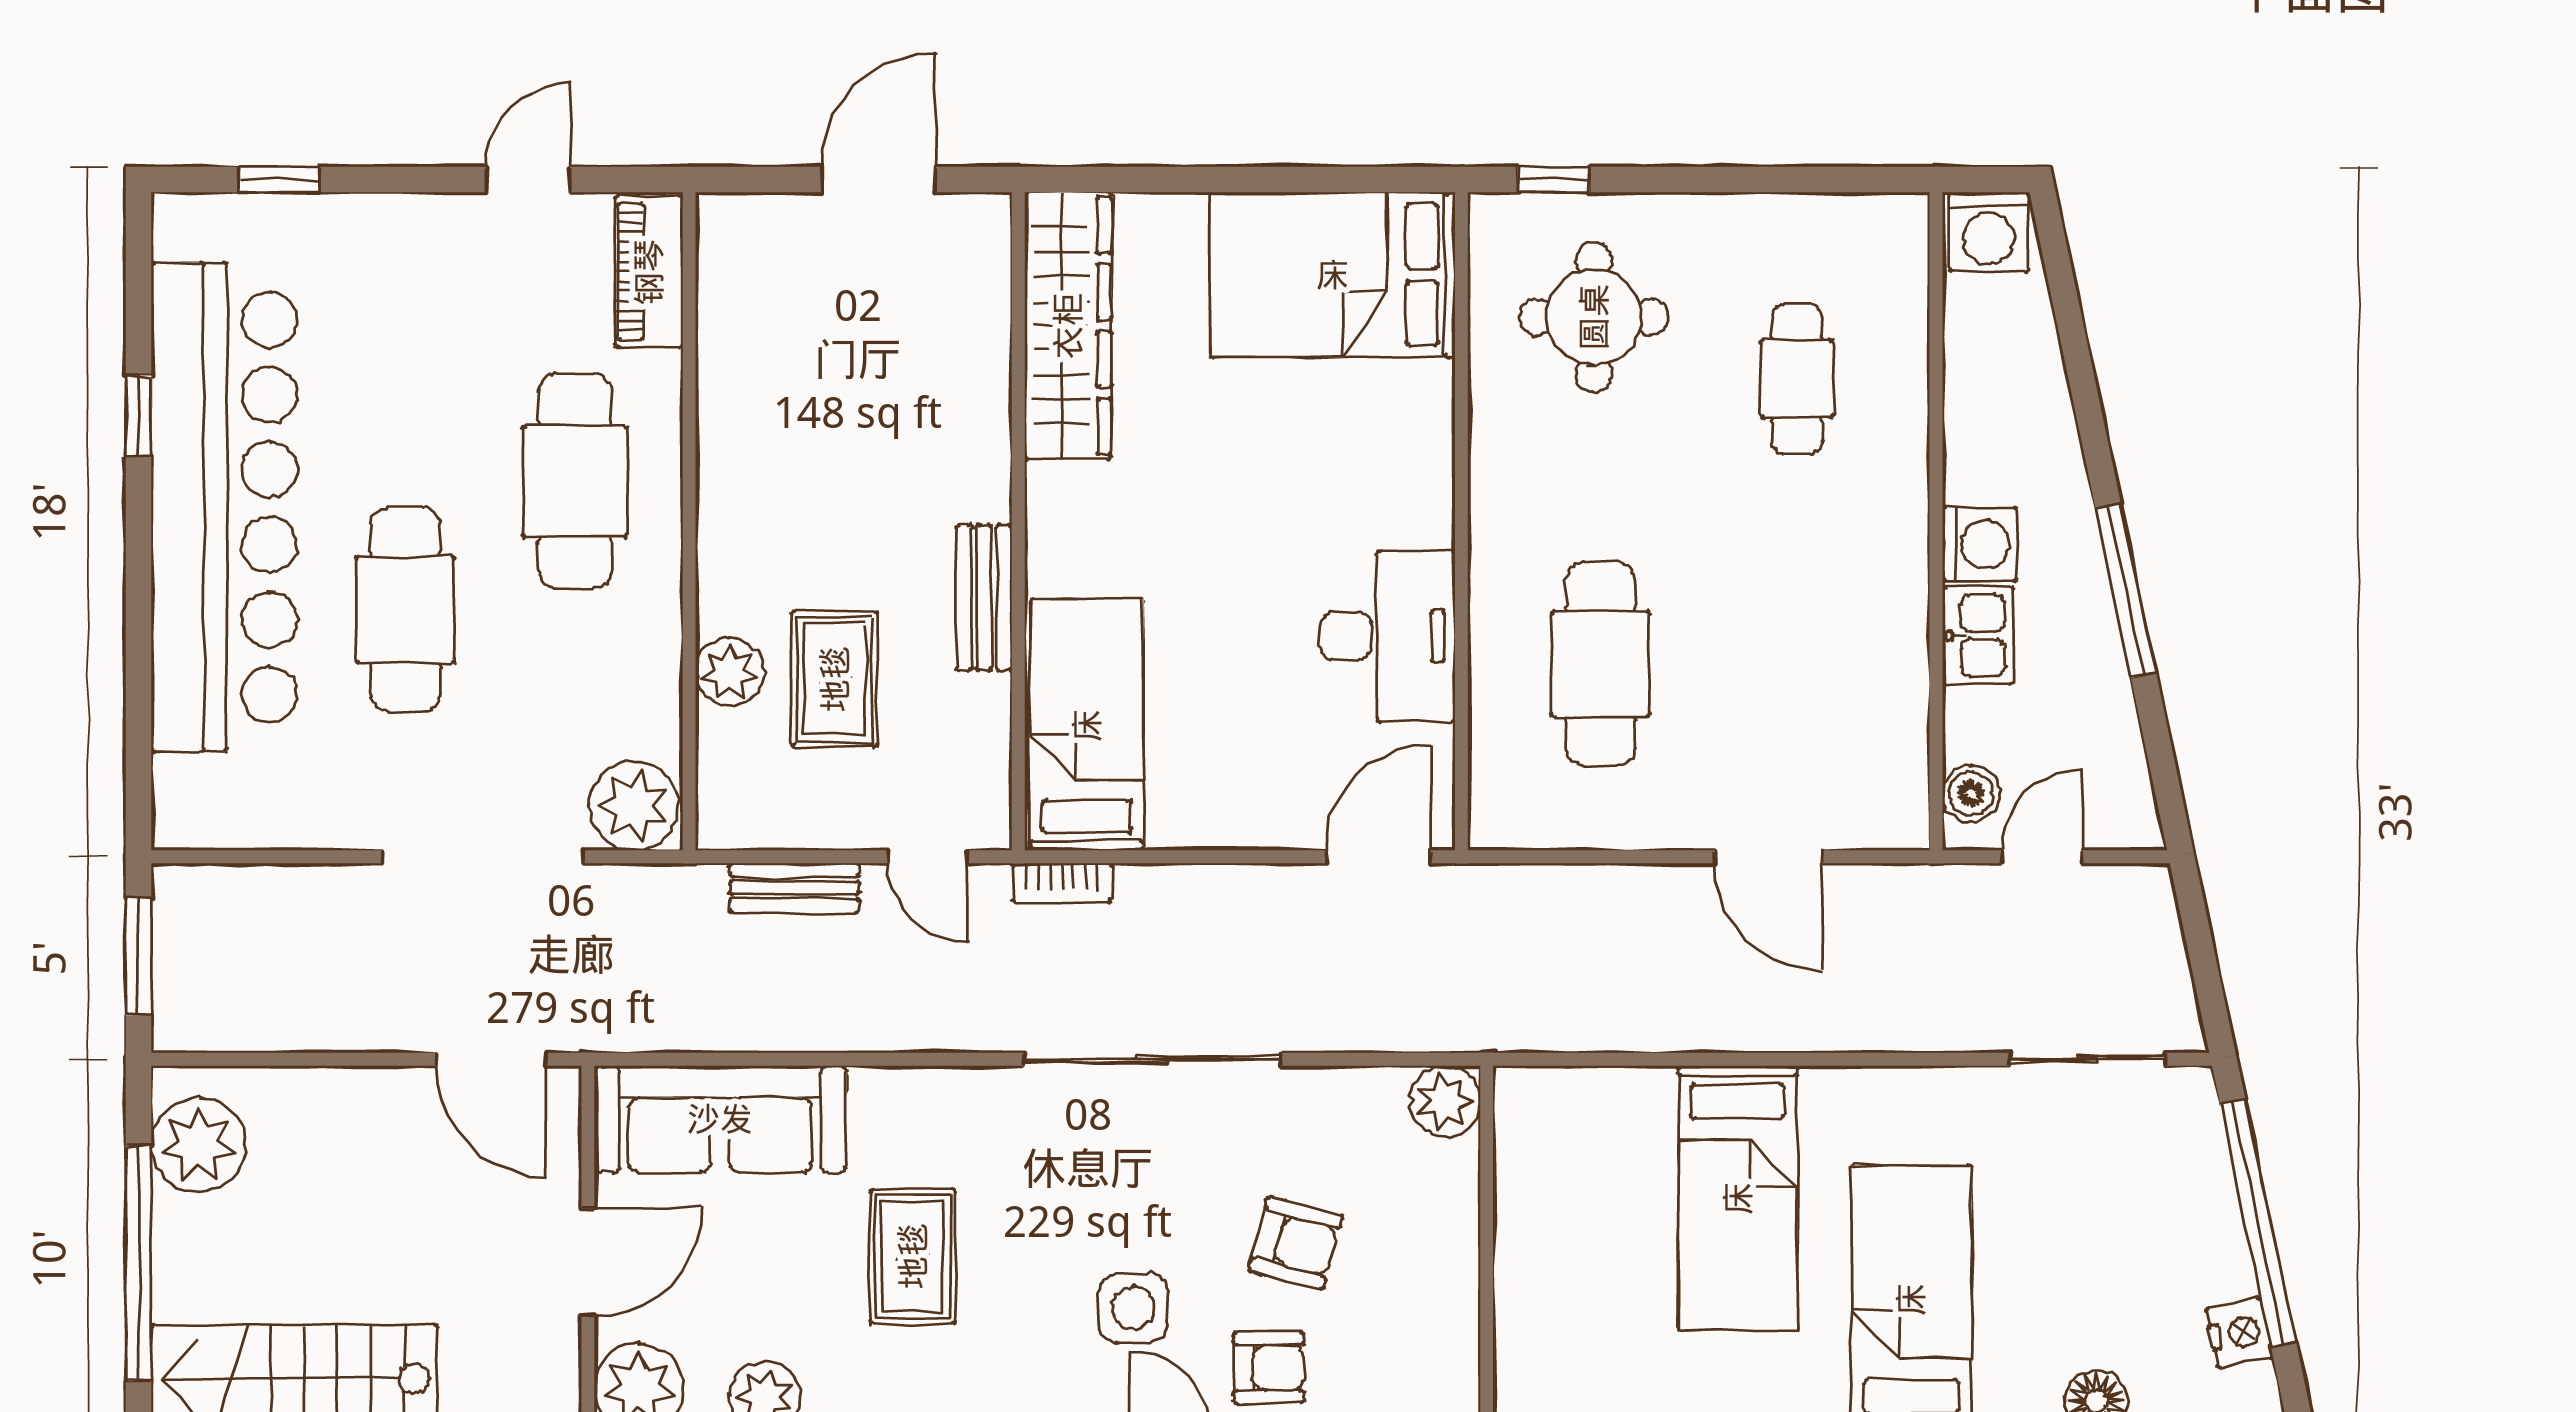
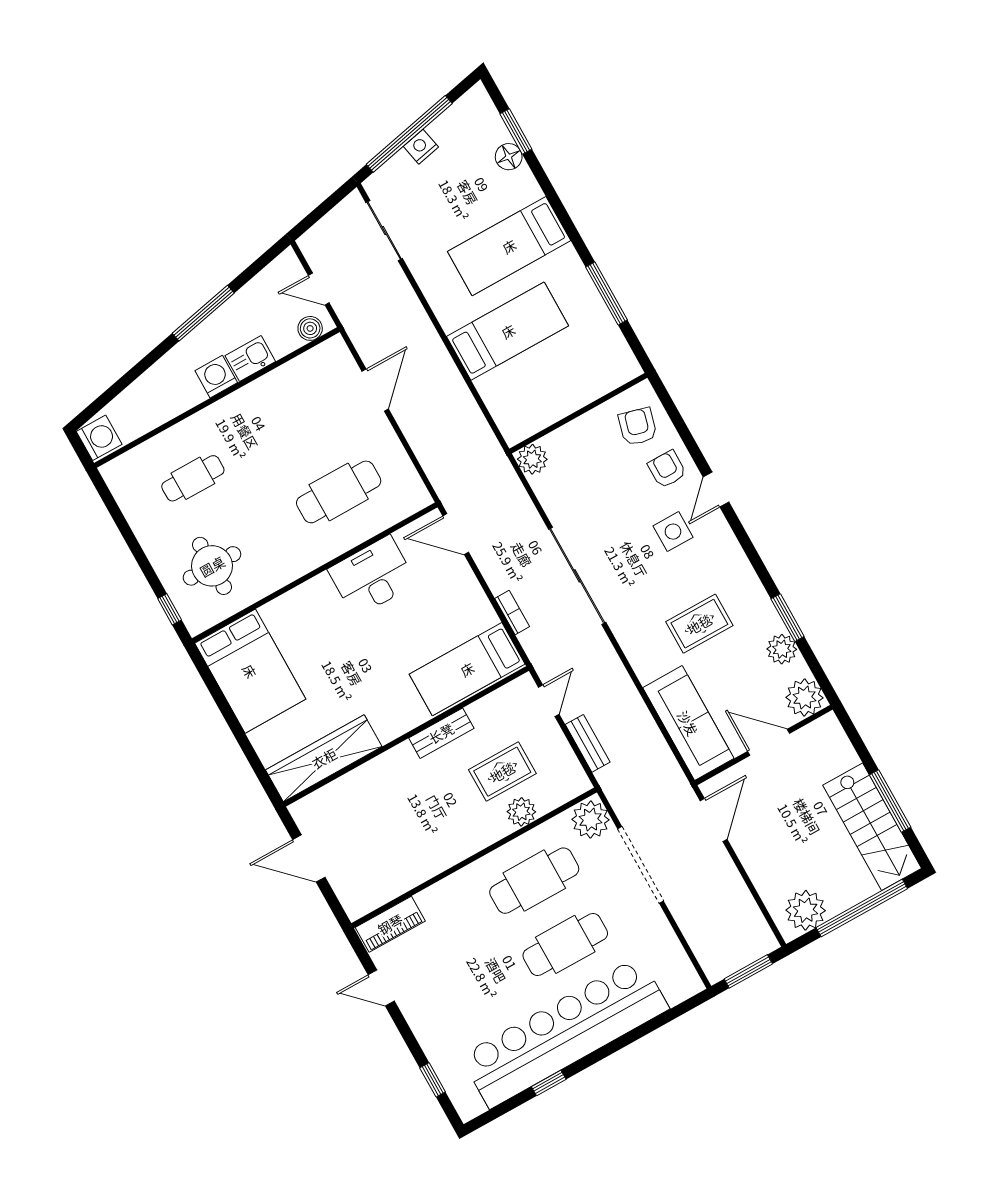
cafe table: (575, 481) -> (534, 881), moved
bookcase: (1062, 883) -> (512, 612), moved
armchair: (1296, 1243) -> (638, 427), moved
nightstand: (2239, 1332) -> (421, 147), moved

